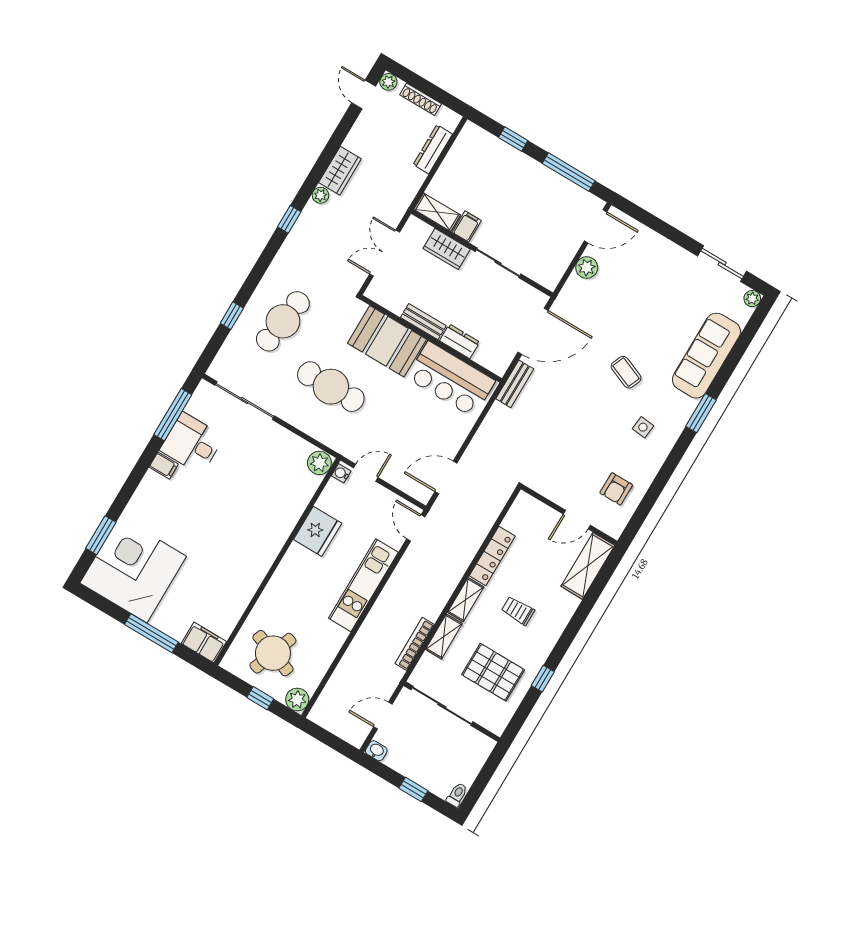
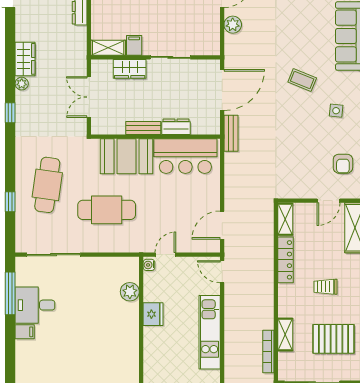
plant: (319, 463) -> (130, 292), moved
fridge: (318, 531) -> (153, 314), width x0.73, depth x0.75
shelving: (466, 600) -> (285, 219), moved

